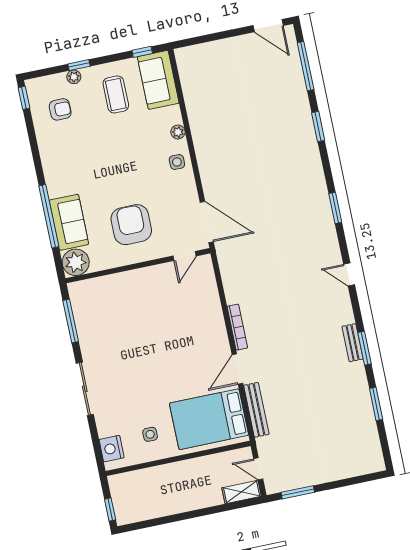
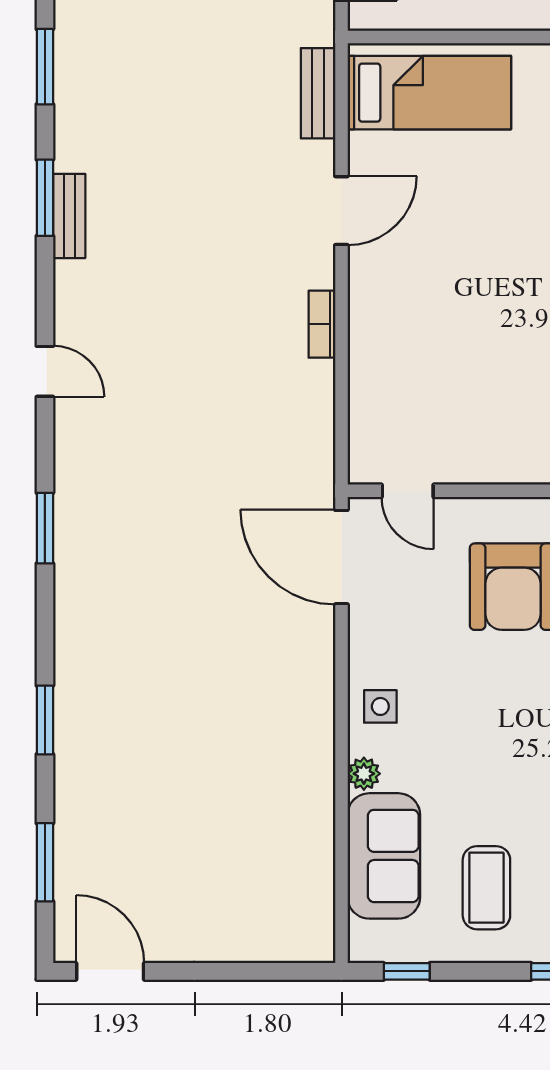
window: (306, 66) -> (45, 862), width x0.69
sofa: (158, 80) -> (384, 856), moved
door: (184, 256) -> (408, 491), swing flipped
bookcase: (237, 327) -> (322, 324), width x0.64
bench: (256, 410) -> (318, 93), width x0.73
bed: (209, 419) -> (429, 93), width x0.67

